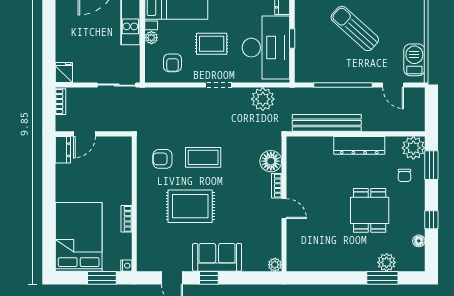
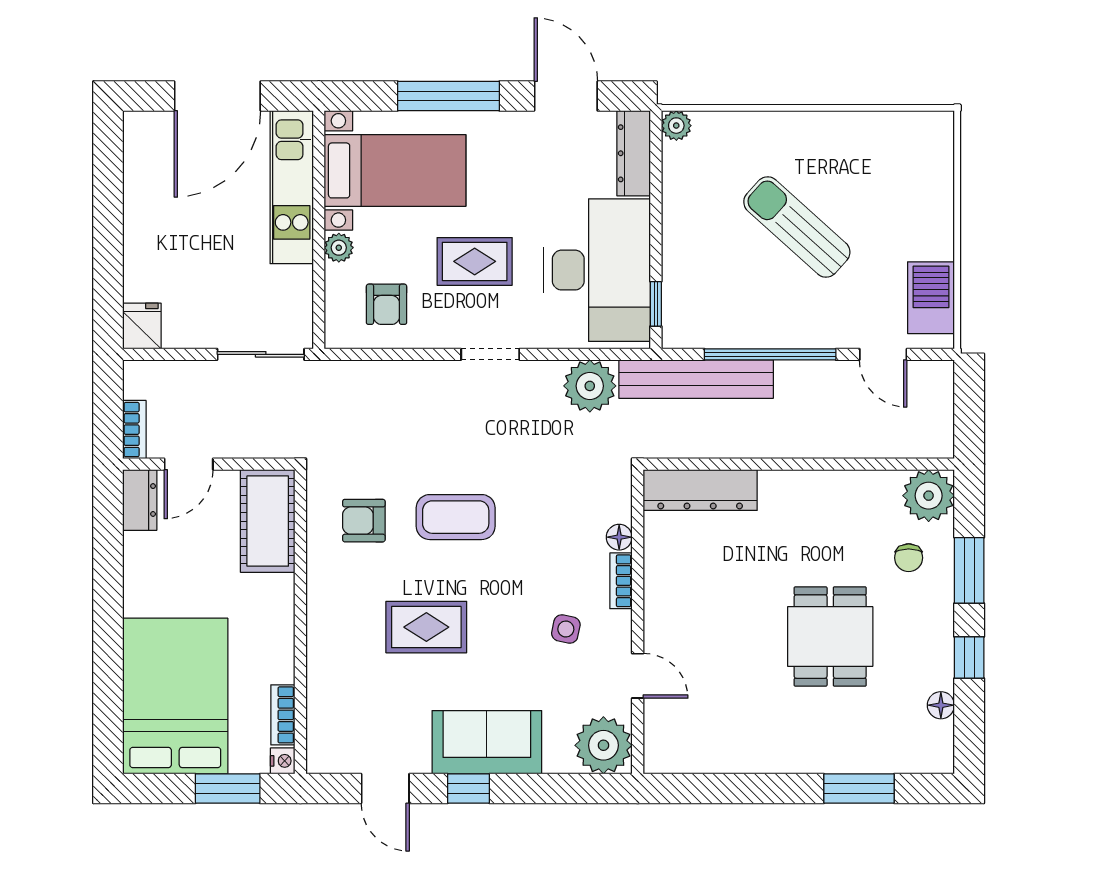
window: (292, 38) -> (656, 304), moved
bookcase: (60, 102) -> (134, 430), moved
bench: (327, 123) -> (696, 379), moved
dresser: (359, 145) -> (700, 490), moved
cot: (120, 159) -> (268, 521), added
floor lamp: (271, 161) -> (619, 537), width x0.53, depth x0.53
window: (431, 165) -> (969, 570), moved
rug: (190, 206) -> (426, 627), width x0.73, depth x0.70
side table: (252, 207) -> (566, 629), added
door: (284, 209) -> (638, 676), moved
bookcase: (126, 219) -> (283, 715), moved
plant: (387, 262) -> (868, 753), removed
plant: (275, 265) -> (603, 745), width x1.88, depth x1.88

